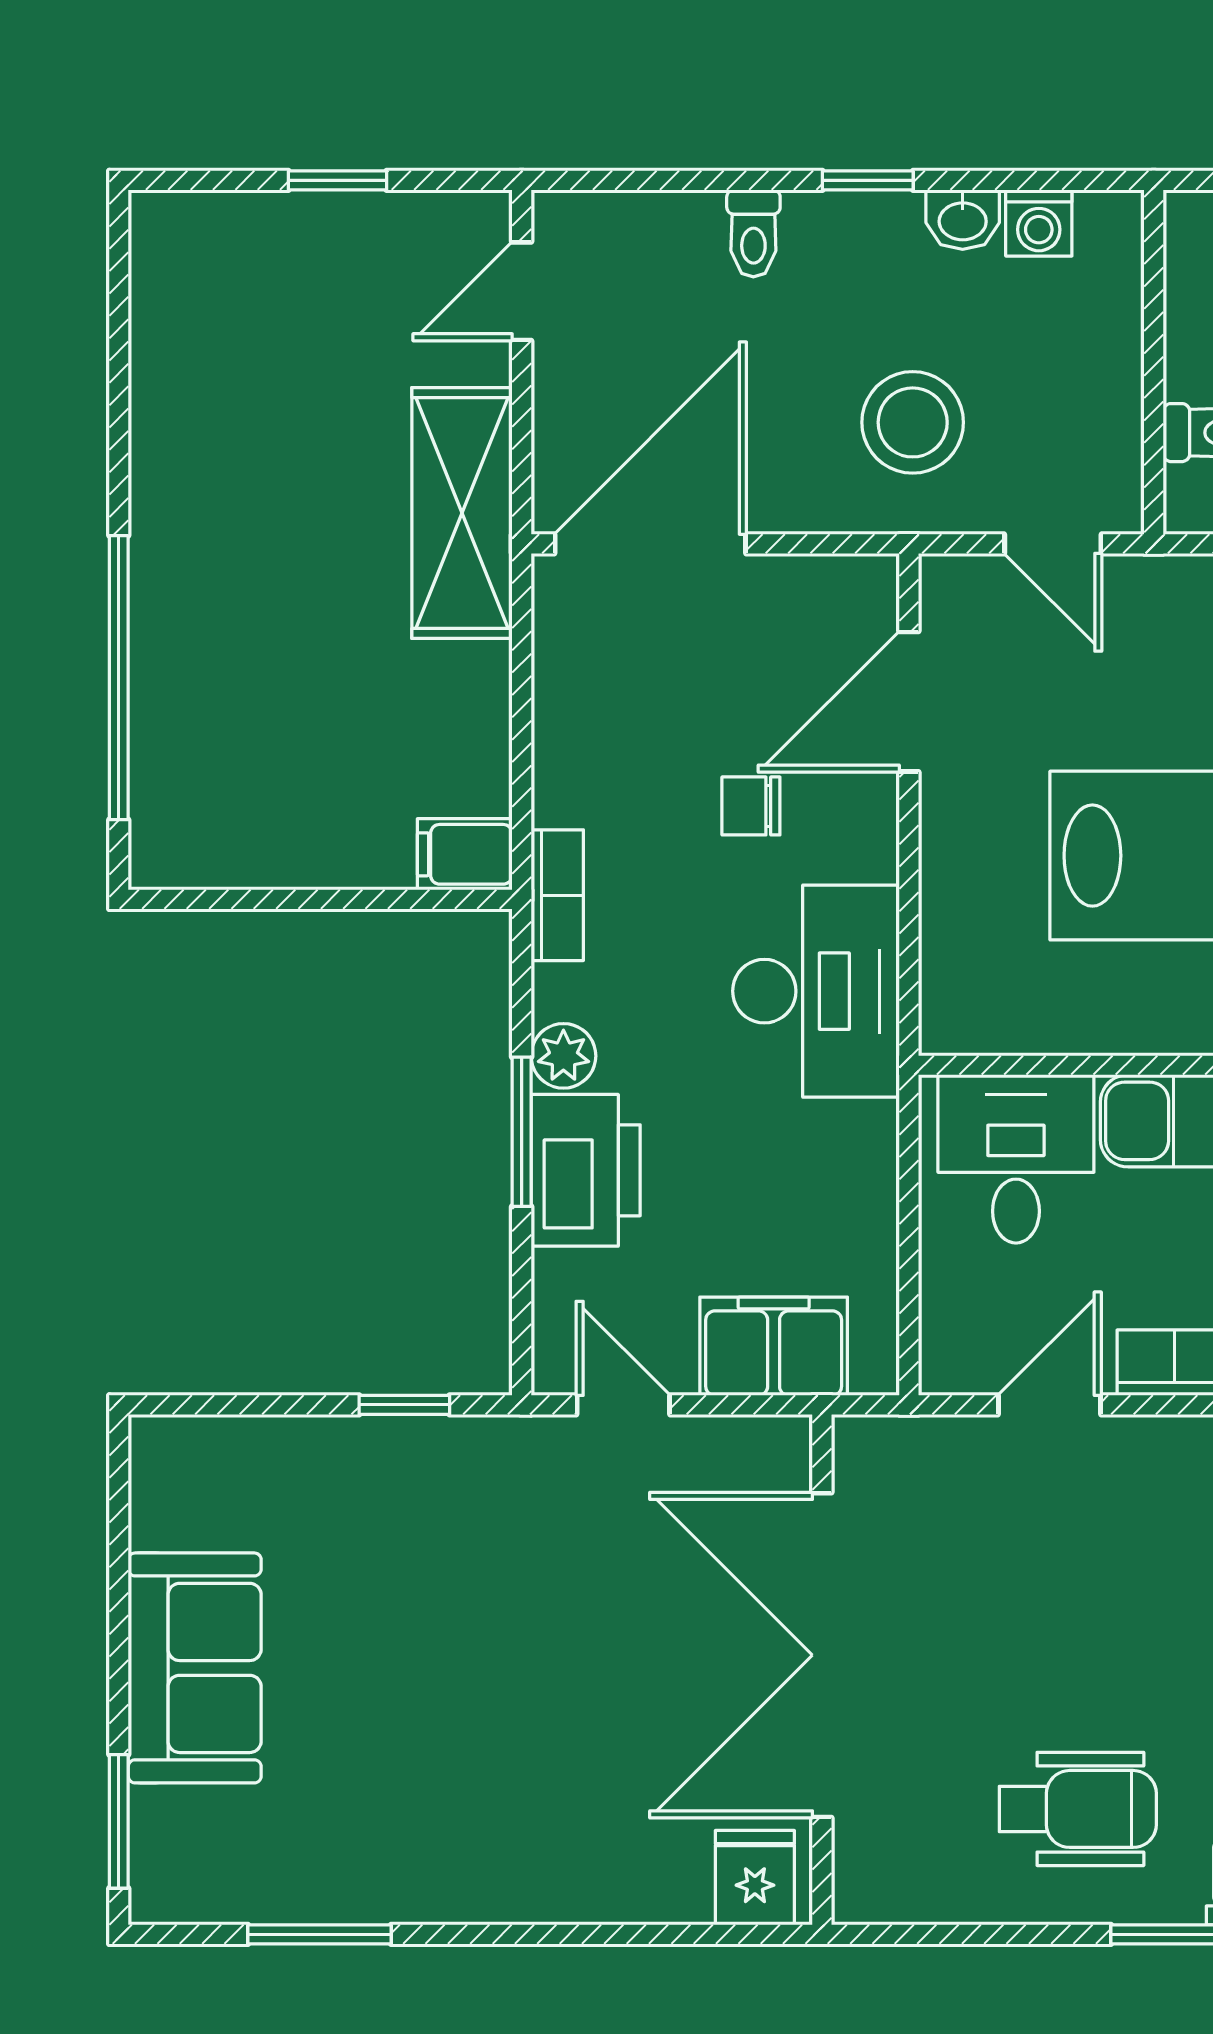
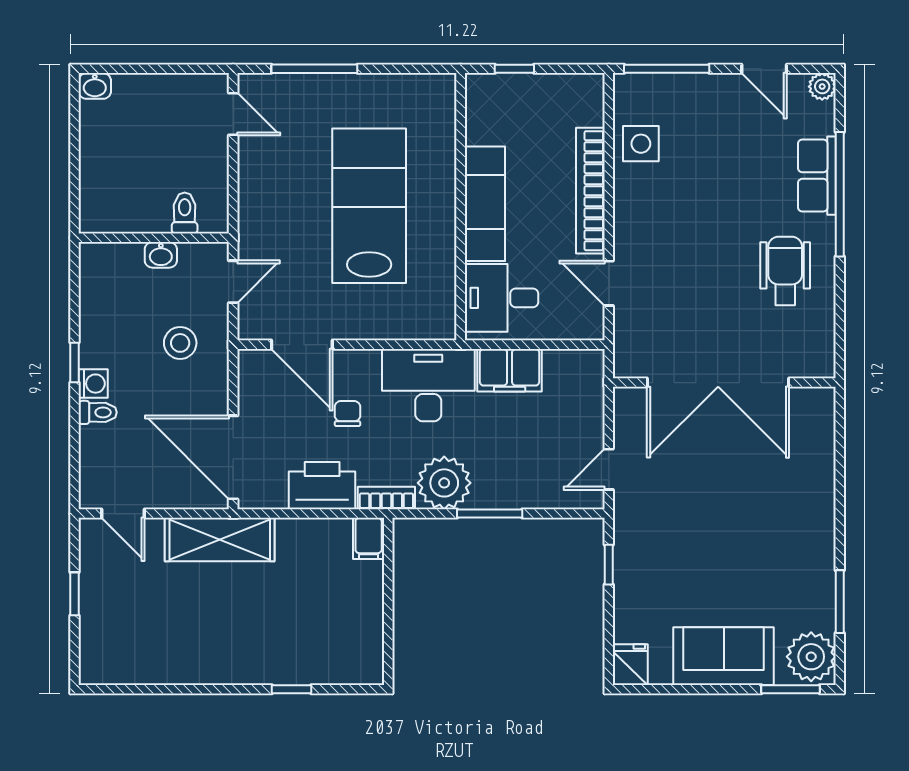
washbasin: (963, 220) -> (161, 255), moved, turned 90
washing machine: (1039, 223) -> (93, 384), moved
stool: (913, 422) -> (180, 343), width x0.73, depth x0.73
window: (119, 678) -> (292, 689), width x0.32
chair: (751, 806) -> (347, 413), turned 180
plant: (563, 1056) -> (444, 483), width x1.88, depth x1.88
printer: (586, 1170) -> (322, 486), moved
filing cabinet: (774, 1346) -> (510, 370), moved, turned -90
plant: (193, 1869) -> (811, 657), added
fridge: (755, 1878) -> (630, 665), moved, turned 90

